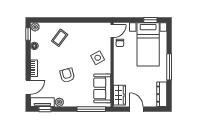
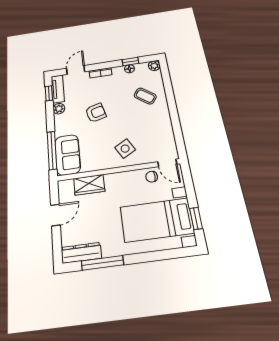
window: (28, 34) -> (130, 61), moved
window: (169, 67) -> (102, 263), moved
door: (28, 87) -> (76, 70), swing flipped
sofa: (102, 88) -> (68, 155), moved, turned 90
wardrobe: (119, 95) -> (89, 185), moved

